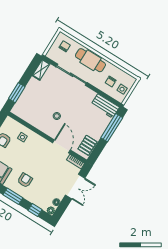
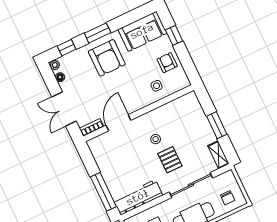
window: (17, 93) -> (217, 125), moved
workbench: (105, 106) -> (138, 197), width x1.38
pallet: (87, 145) -> (170, 160), moved
door: (62, 146) -> (118, 123), swing flipped
armchair: (25, 180) -> (107, 58), width x1.88, depth x1.88

